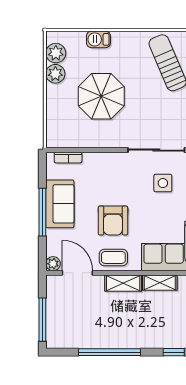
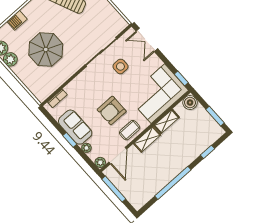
window: (42, 212) -> (70, 140), width x0.46
armchair: (113, 221) -> (112, 111), turned 90
plant: (52, 236) -> (86, 148), added
door: (77, 273) -> (118, 156), swing flipped
window: (42, 320) -> (114, 189), moved

